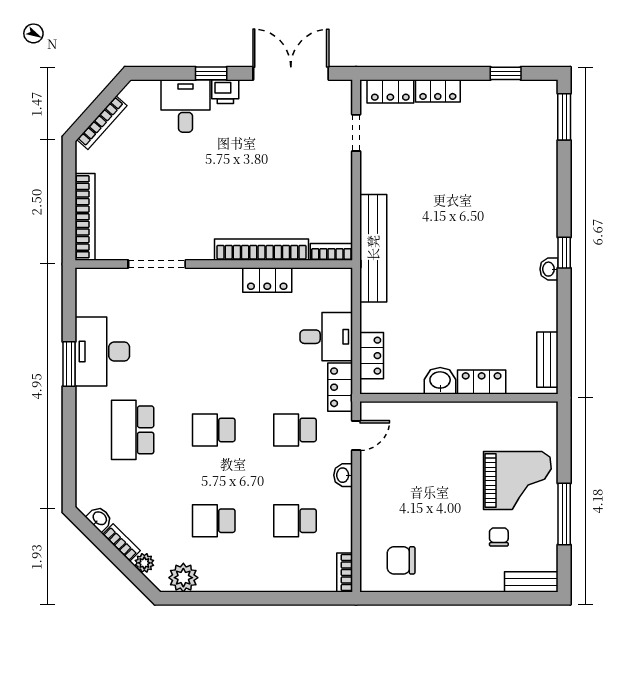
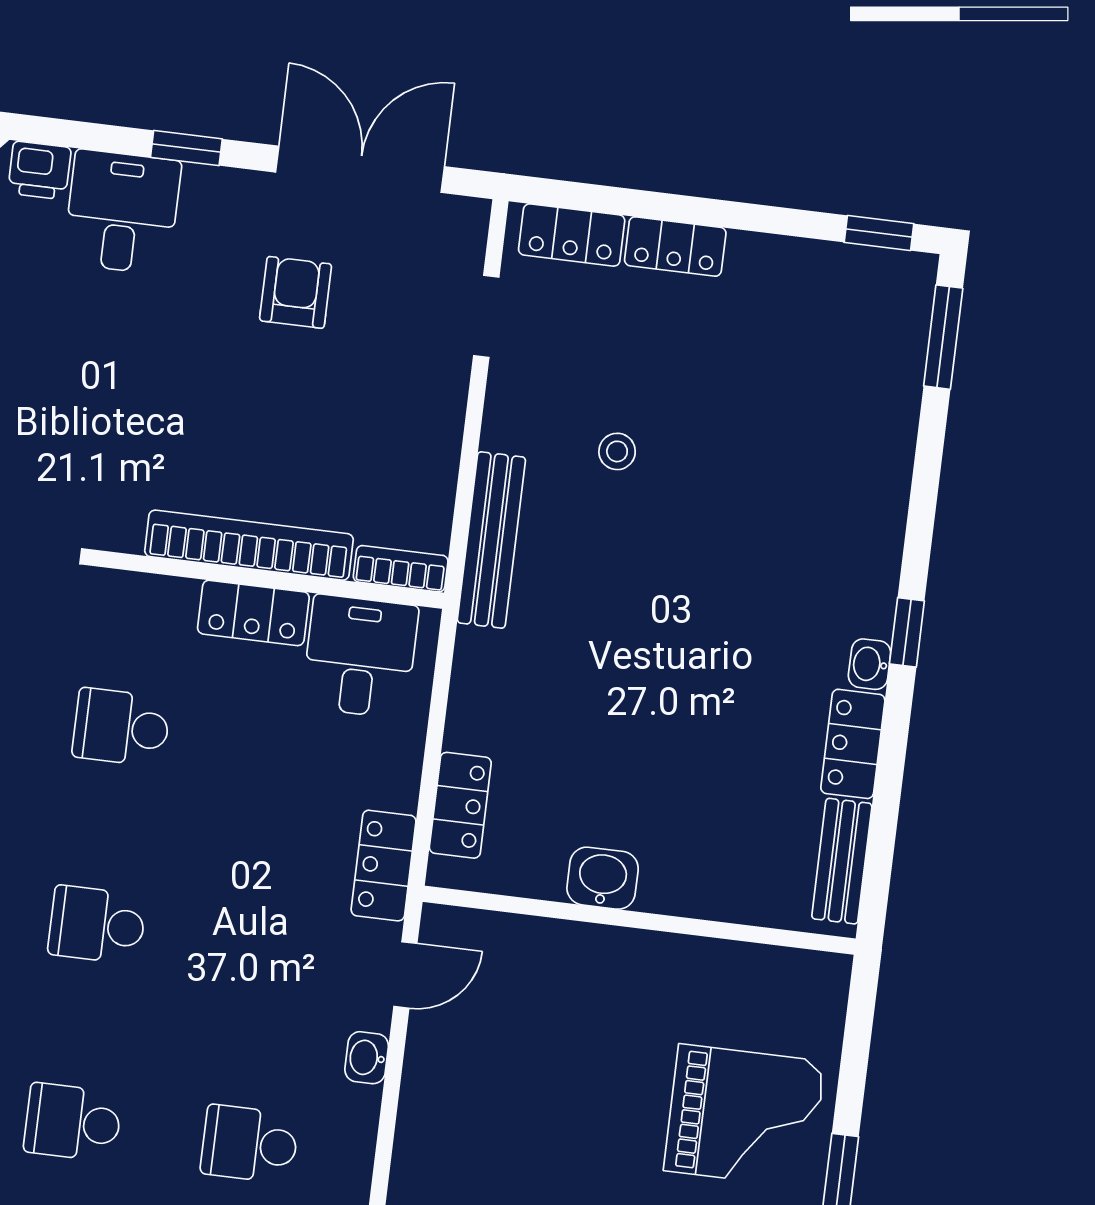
window: (506, 73) -> (879, 233), moved
printer: (225, 92) -> (39, 170), moved
armchair: (269, 133) -> (296, 292), added
stool: (423, 187) -> (617, 451), added
bench: (373, 248) -> (491, 540), width x0.73, depth x0.82
desk: (326, 337) -> (360, 656), moved, turned -90
locker: (482, 382) -> (853, 744), moved, turned -90
school desk: (295, 430) -> (121, 727), moved

